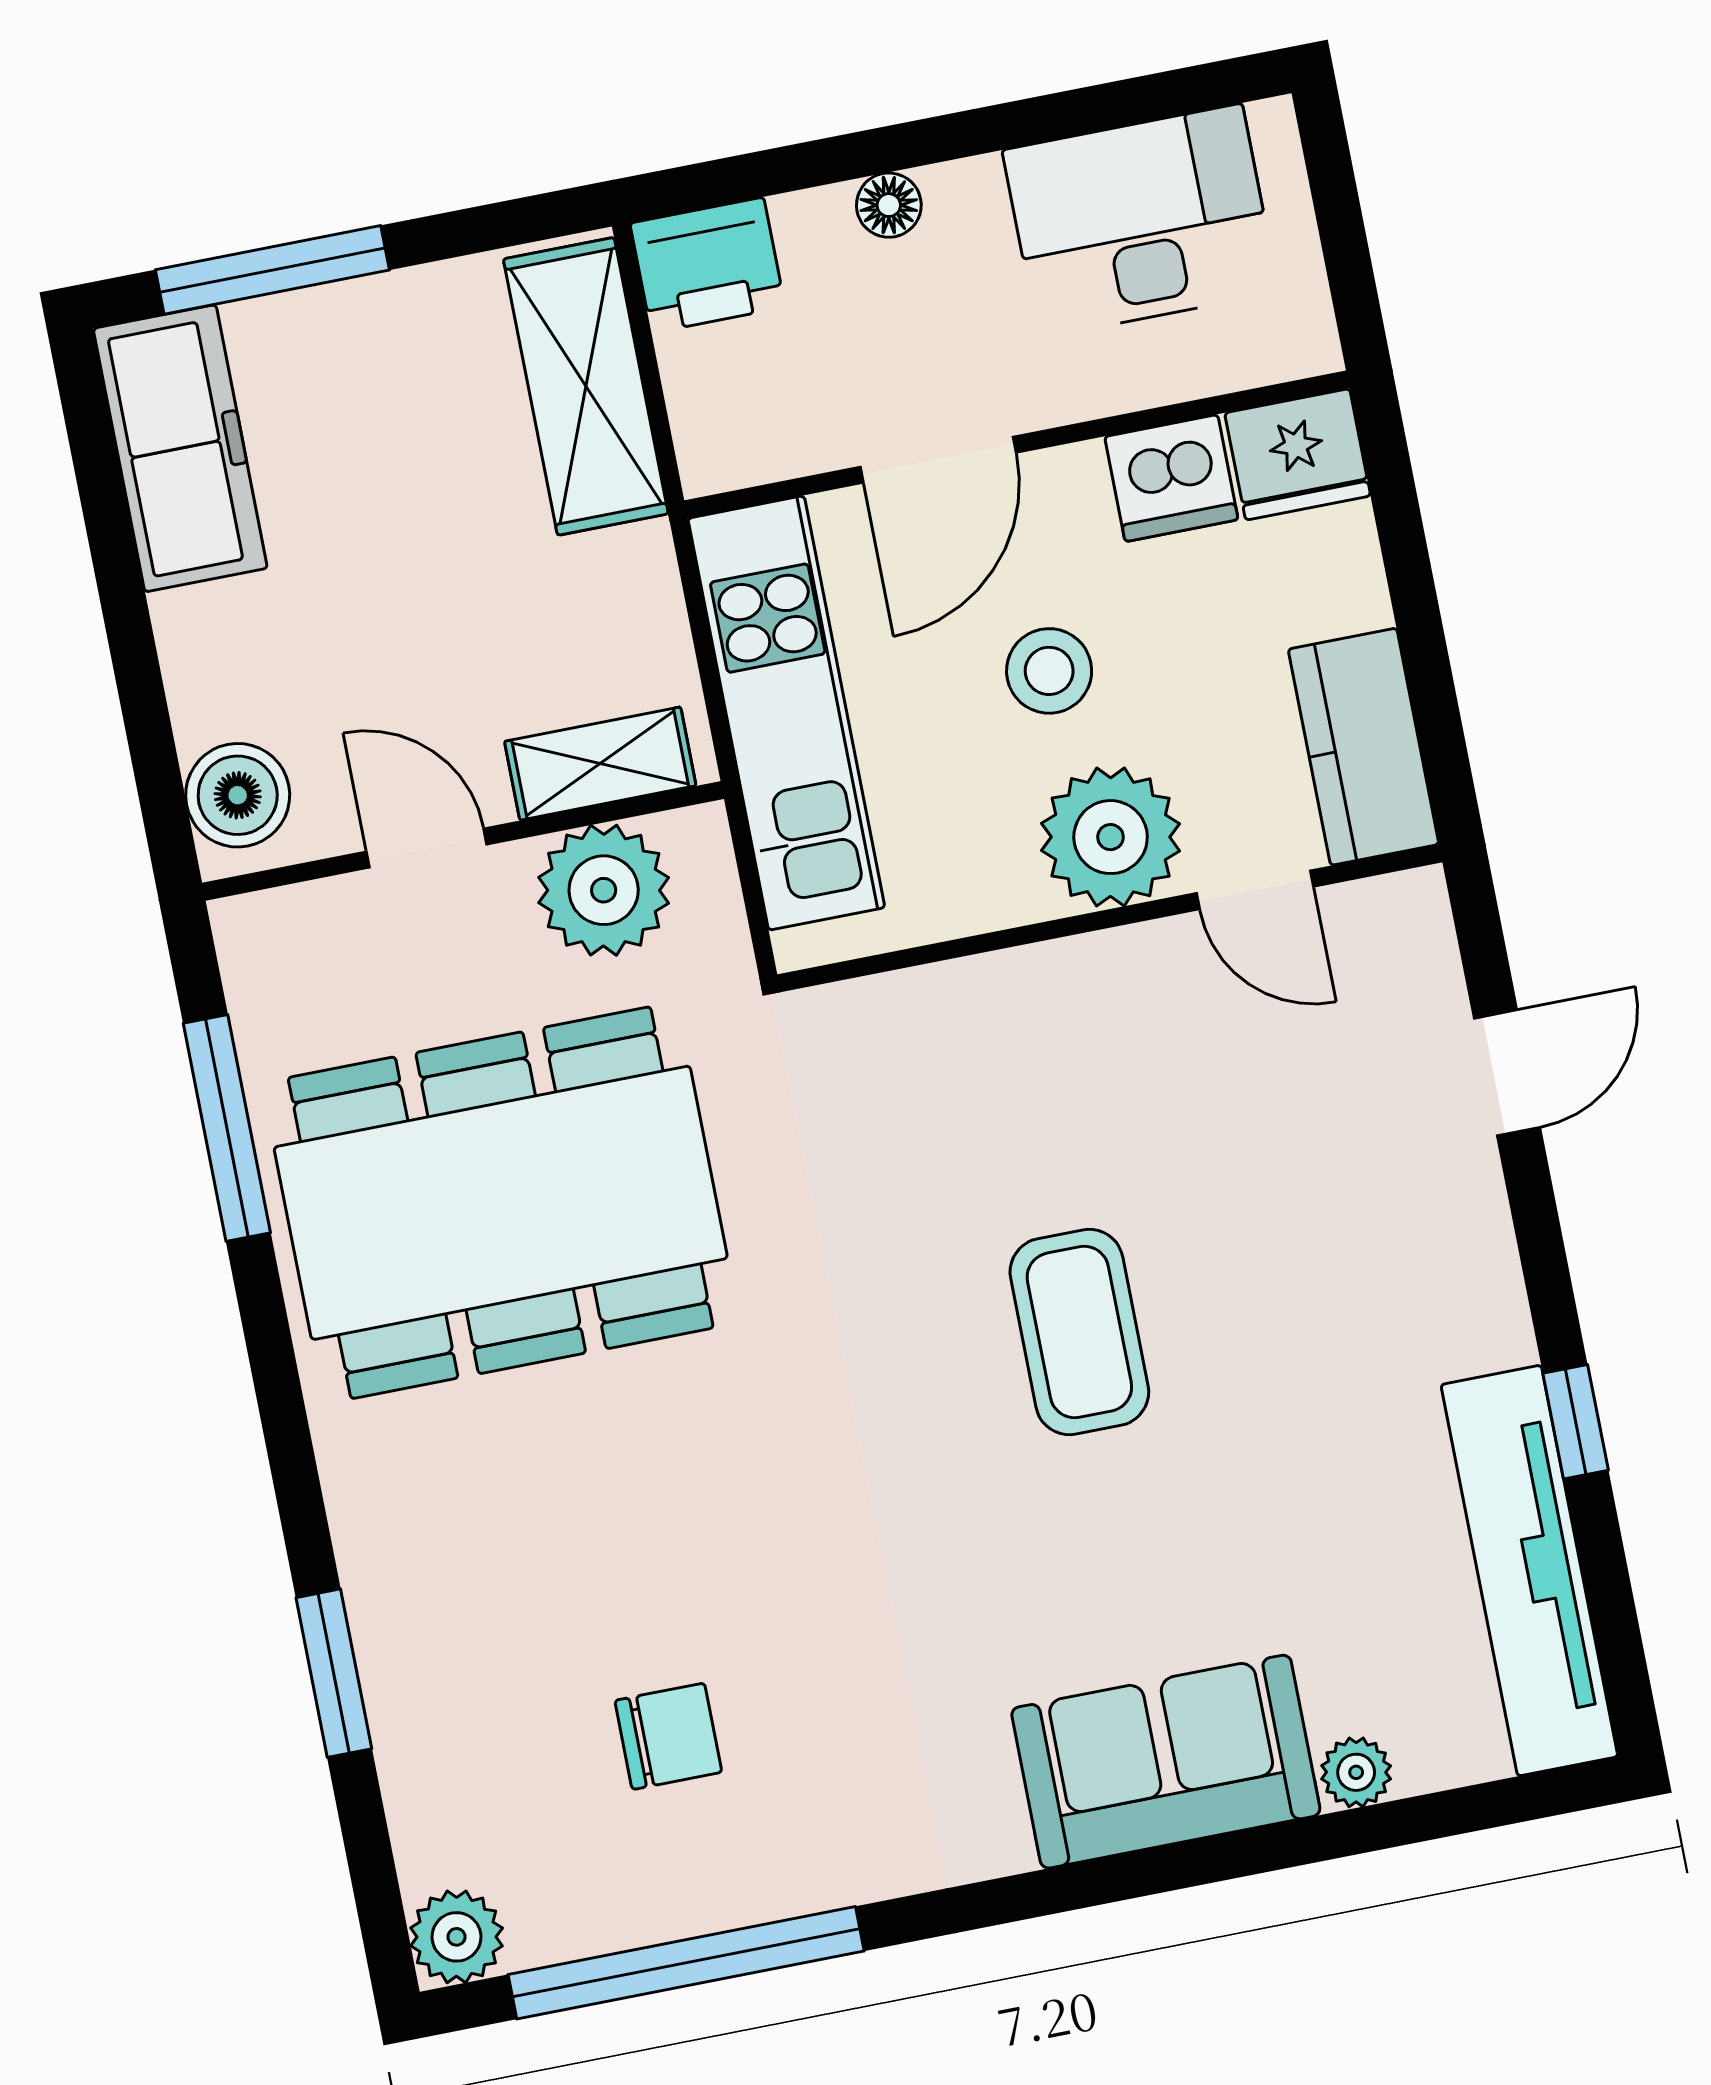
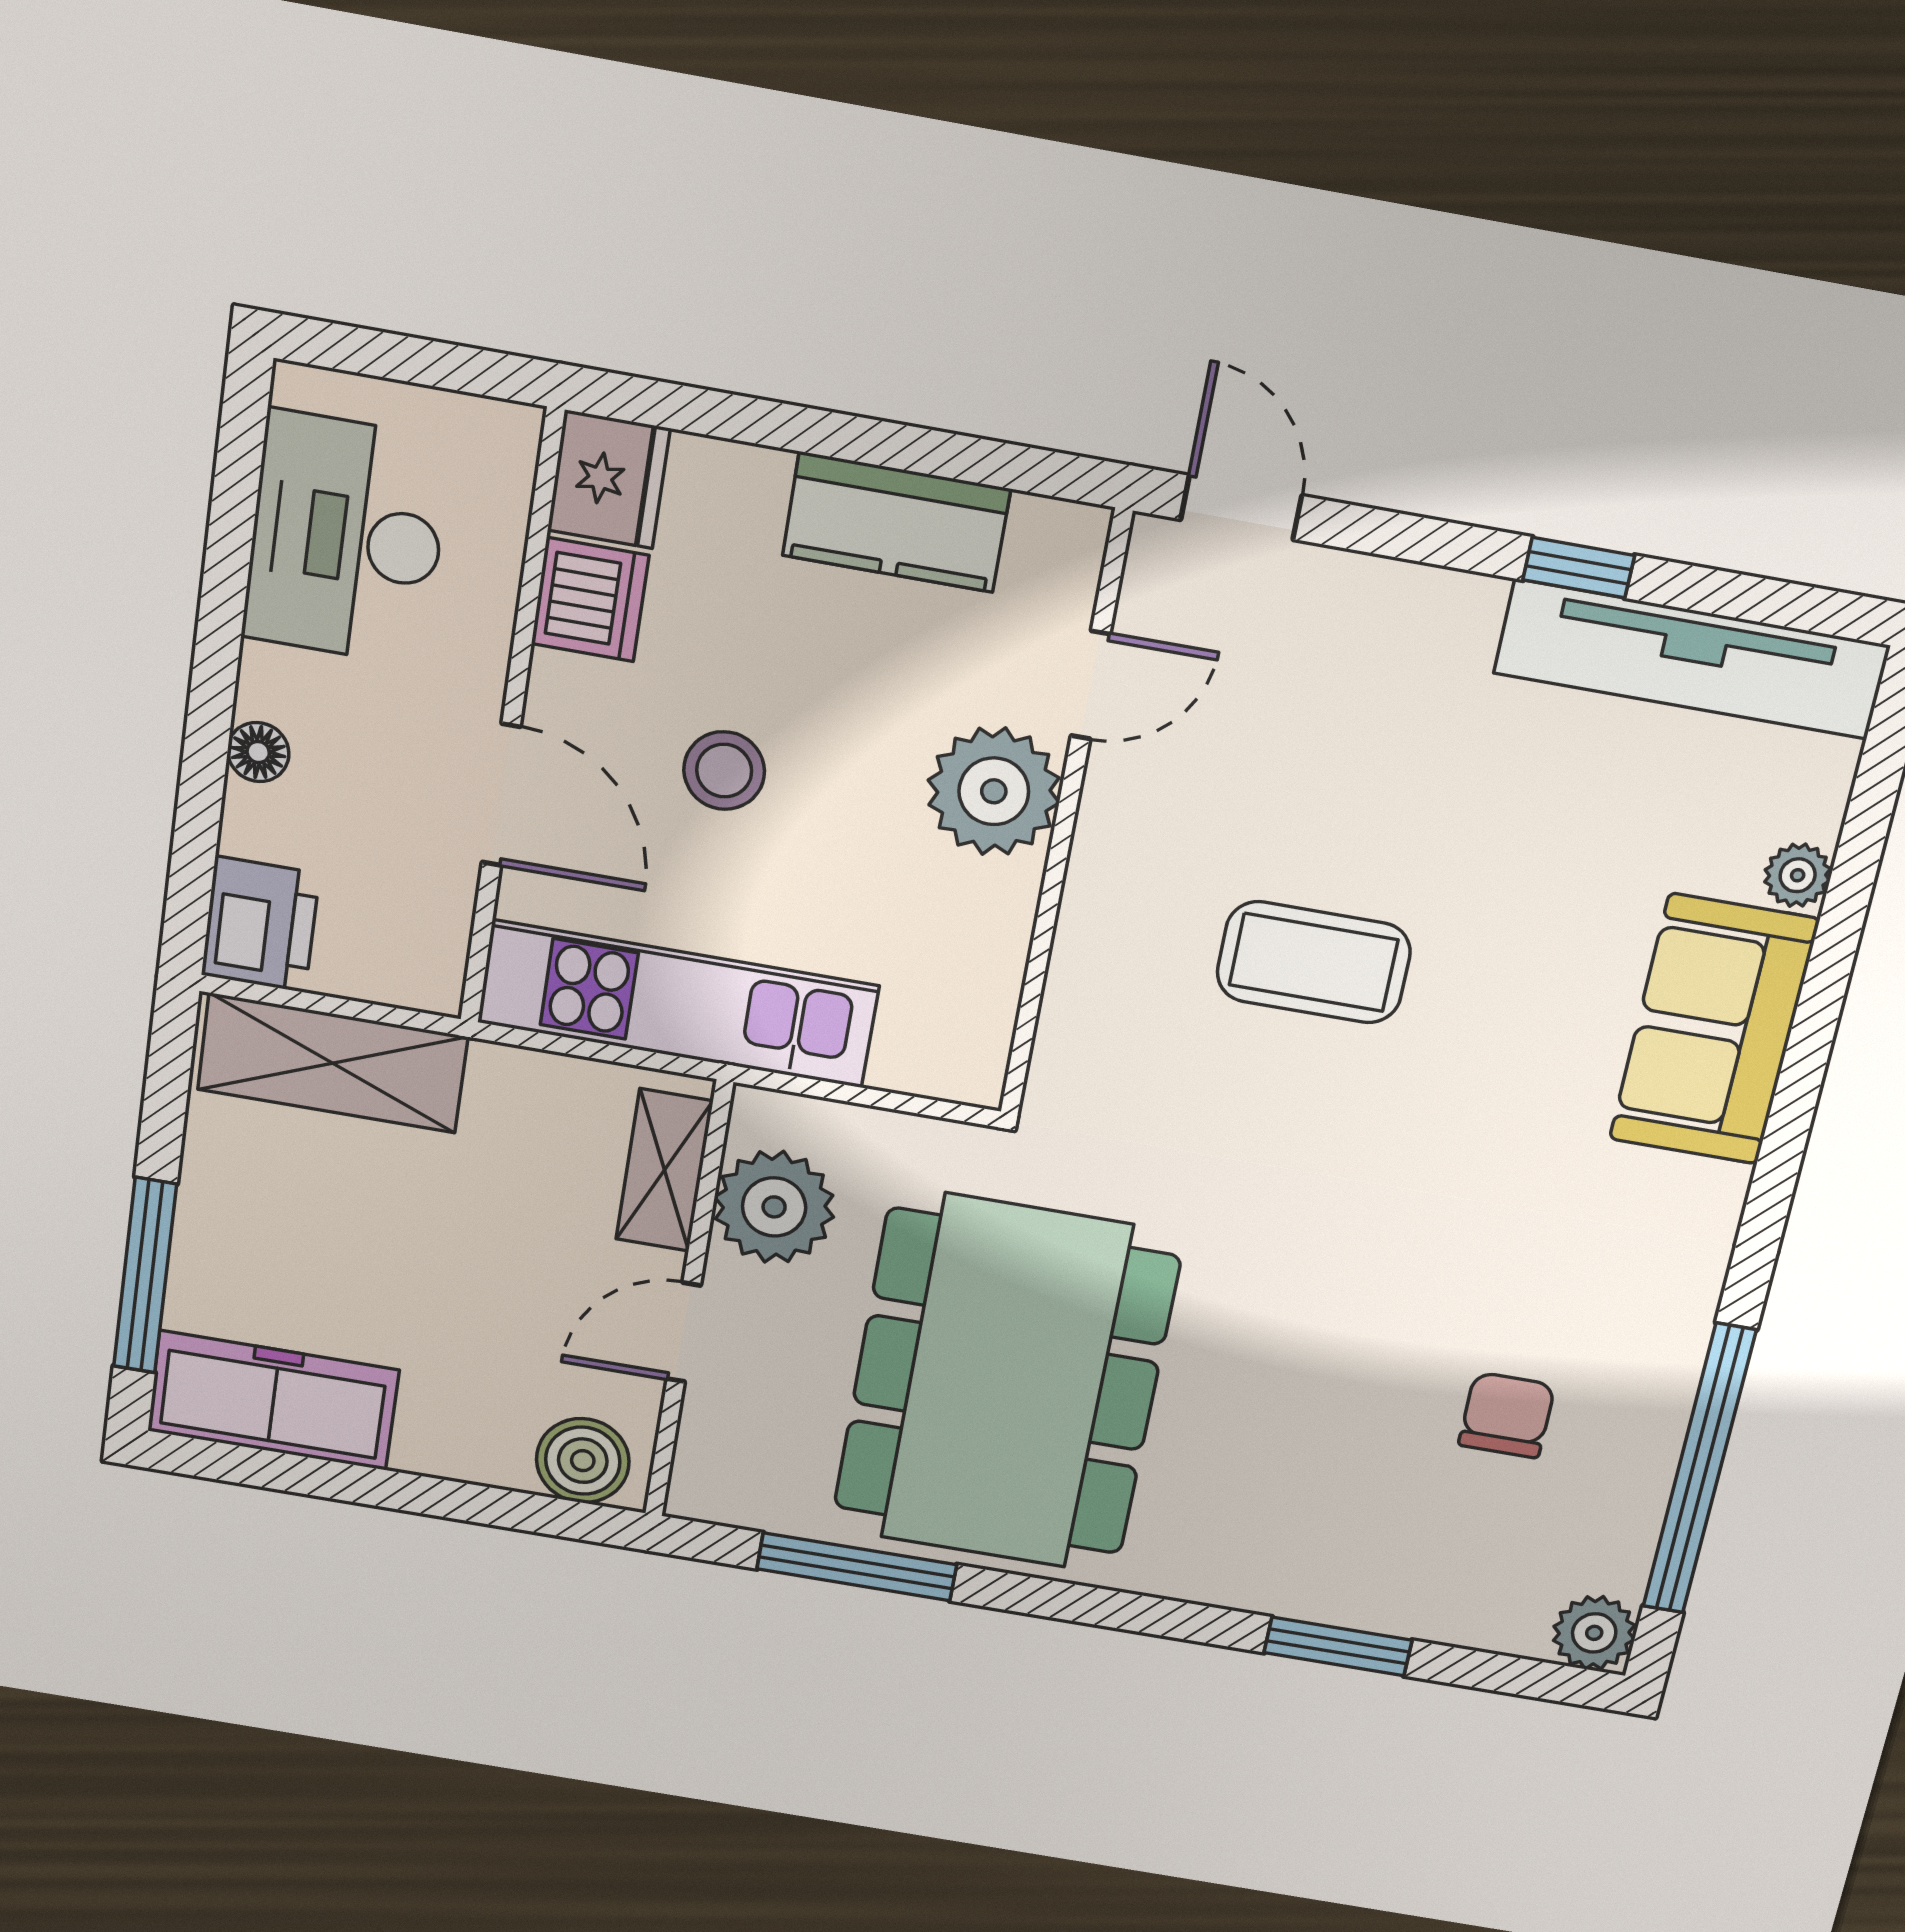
plant: (1111, 837) -> (994, 791), moved
door: (1255, 890) -> (1091, 685), moved
wall: (1110, 918) -> (1065, 819), moved

